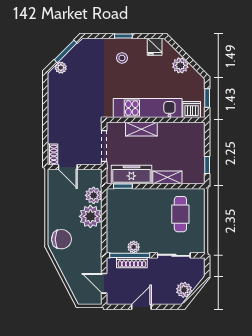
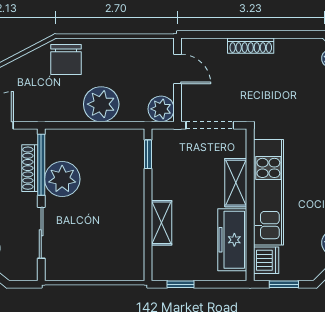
shoe rack: (53, 154) -> (251, 46), moved, width x1.43
door: (68, 167) -> (177, 69), swing flipped
freezer: (131, 175) -> (232, 240), moved, turned 180
plant: (94, 195) -> (161, 109), moved
cafe table: (180, 214) -> (105, 243), removed
plant: (134, 247) -> (62, 179), width x1.87, depth x1.87

